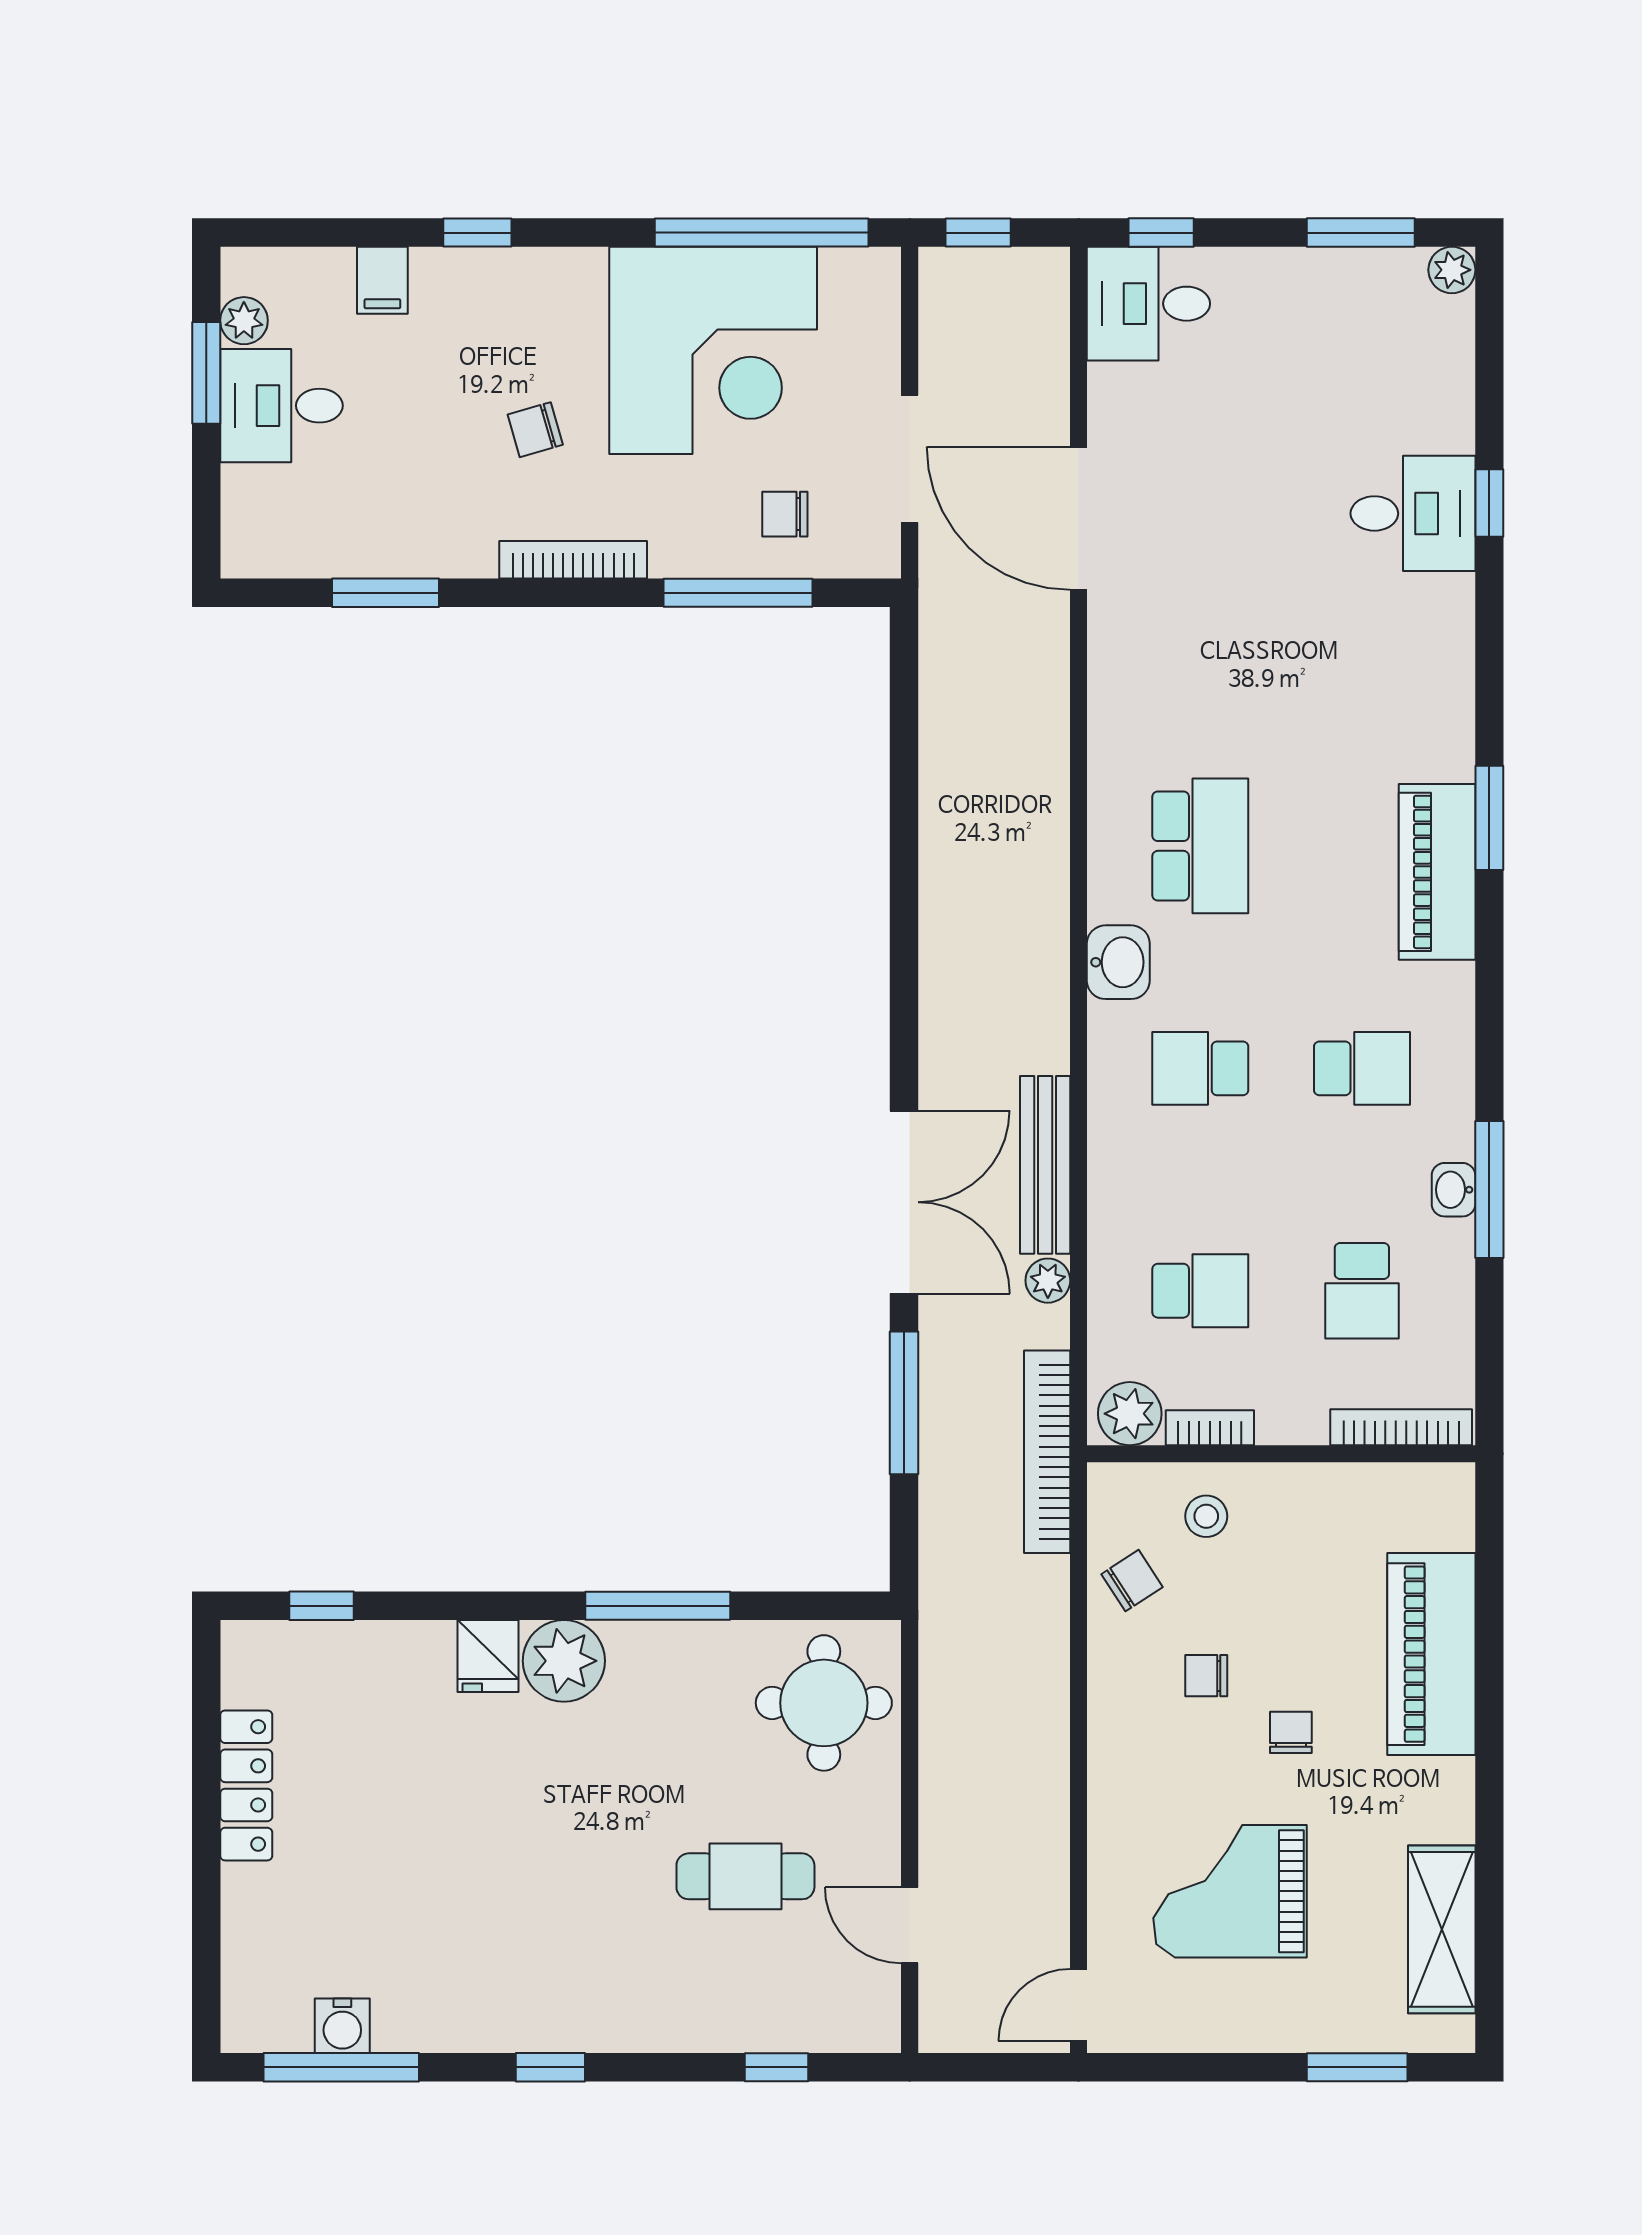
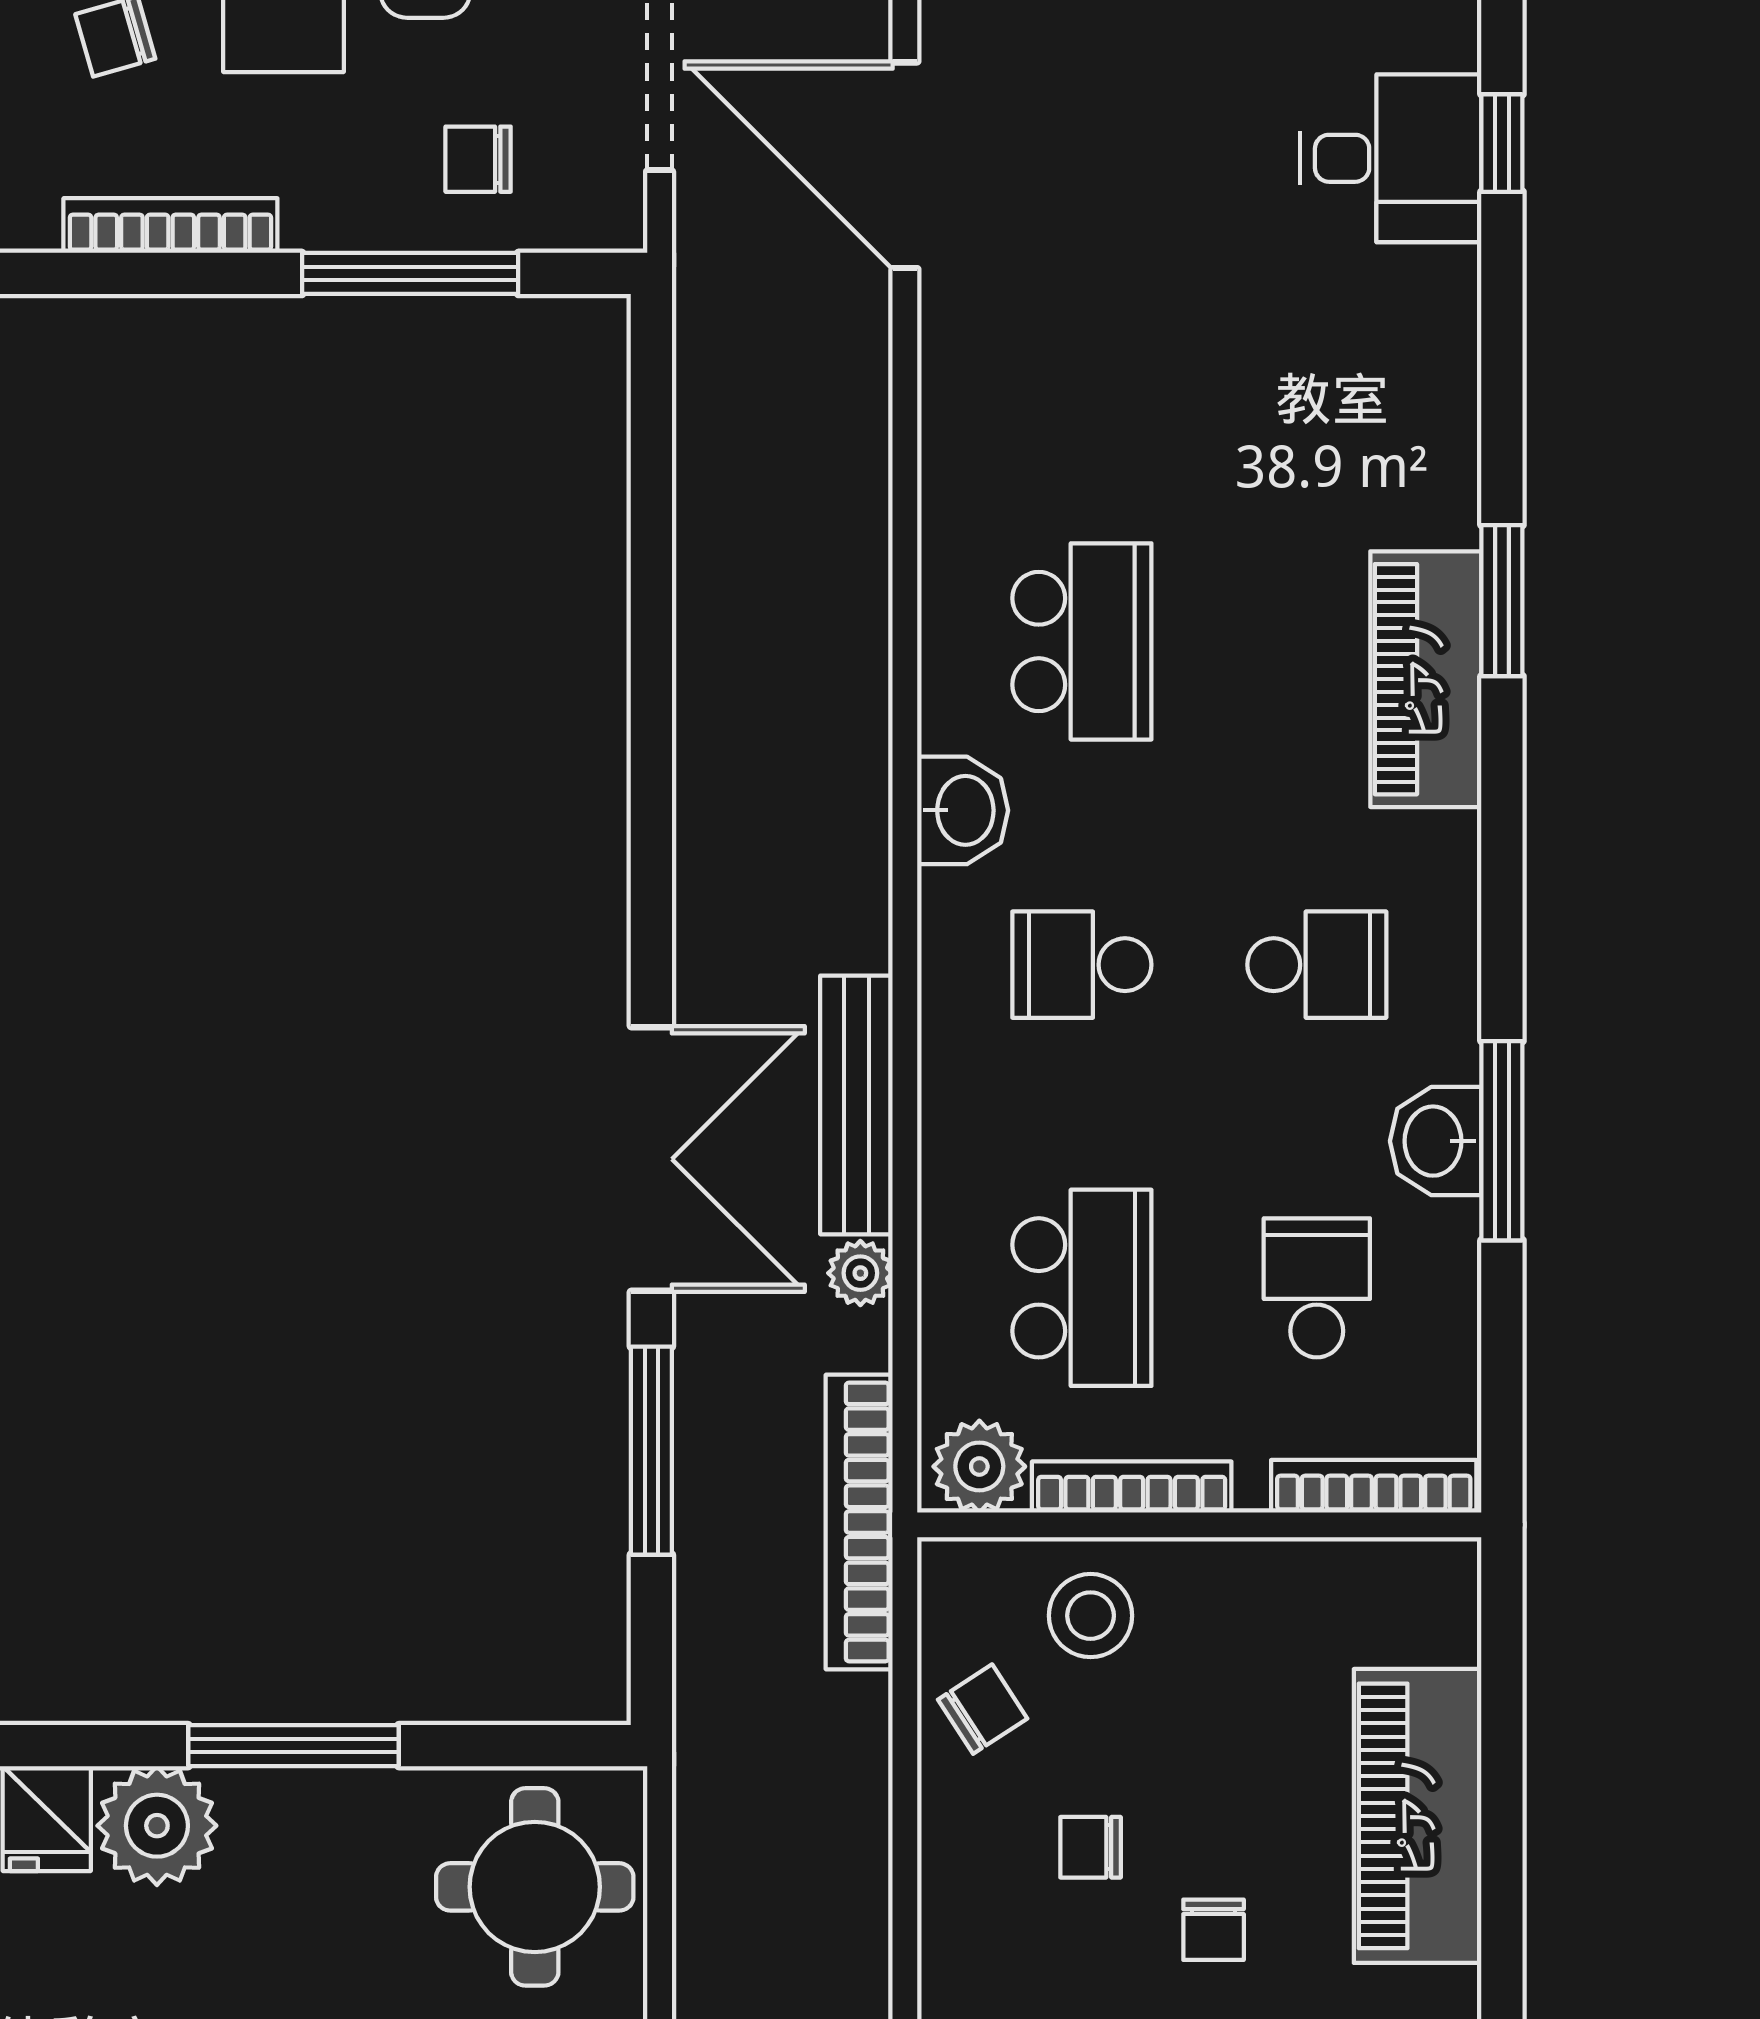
washbasin: (1454, 1190) -> (1436, 1141), width x1.38, depth x1.45
school desk: (1200, 1291) -> (1082, 1288), width x1.85
school desk: (1362, 1291) -> (1317, 1288), turned 180
bookcase: (1210, 1428) -> (1132, 1487), width x1.56
stool: (1206, 1516) -> (1091, 1616), width x1.37, depth x1.37
chair: (1291, 1732) -> (1214, 1930), turned 180

